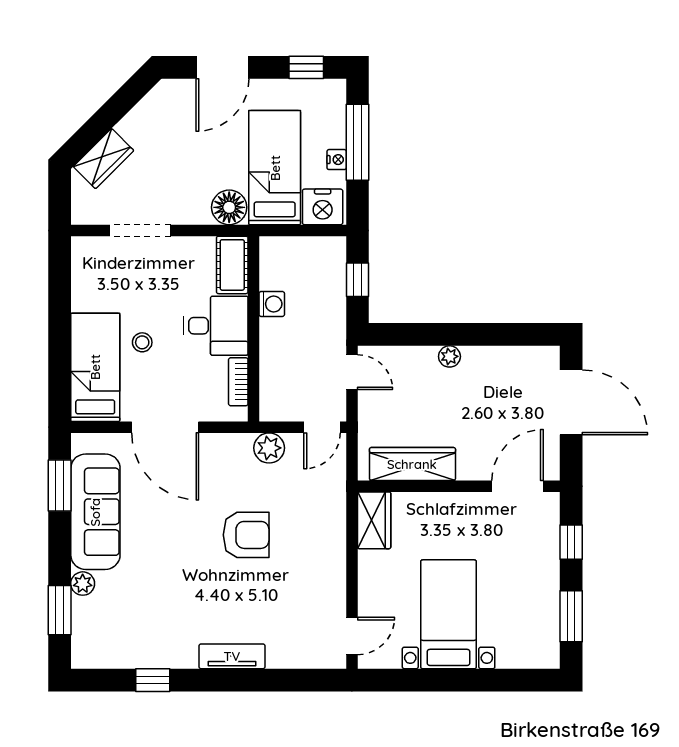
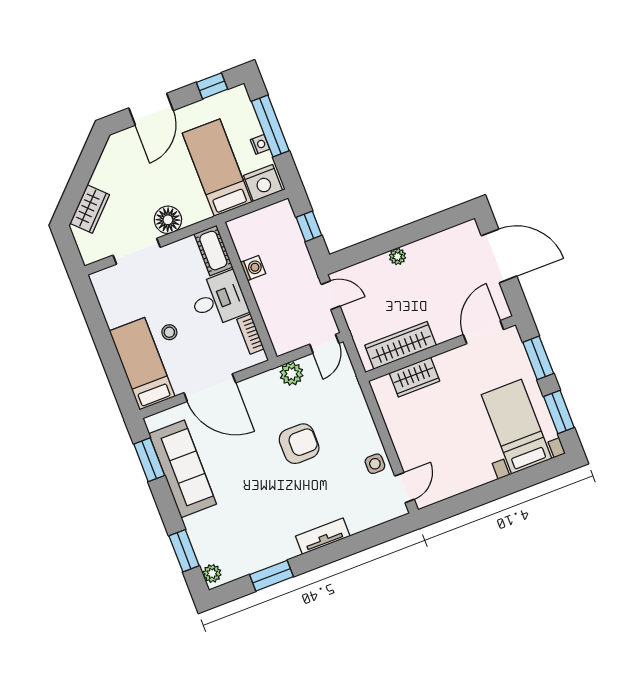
floor lamp: (229, 207) -> (168, 220), moved
wardrobe: (374, 520) -> (414, 377), moved, turned 90
window: (571, 542) -> (538, 358), width x1.50
plant: (83, 584) -> (212, 573), moved
side table: (328, 594) -> (375, 464), added
bed with nightstands: (449, 614) -> (517, 427), moved
window: (153, 680) -> (272, 576), width x1.50

